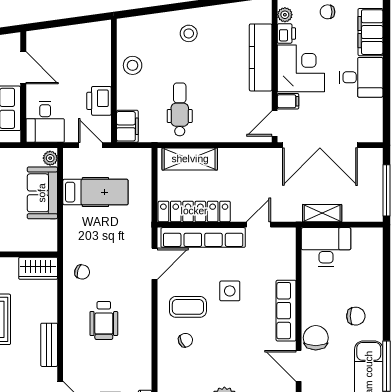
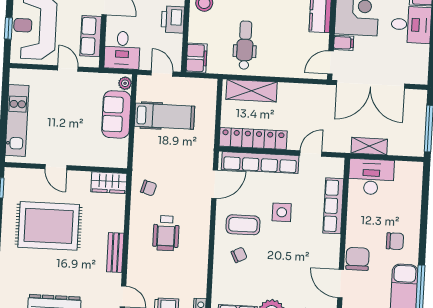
printer: (99, 101) -> (173, 20), moved
row of seats: (286, 311) -> (333, 206), moved

